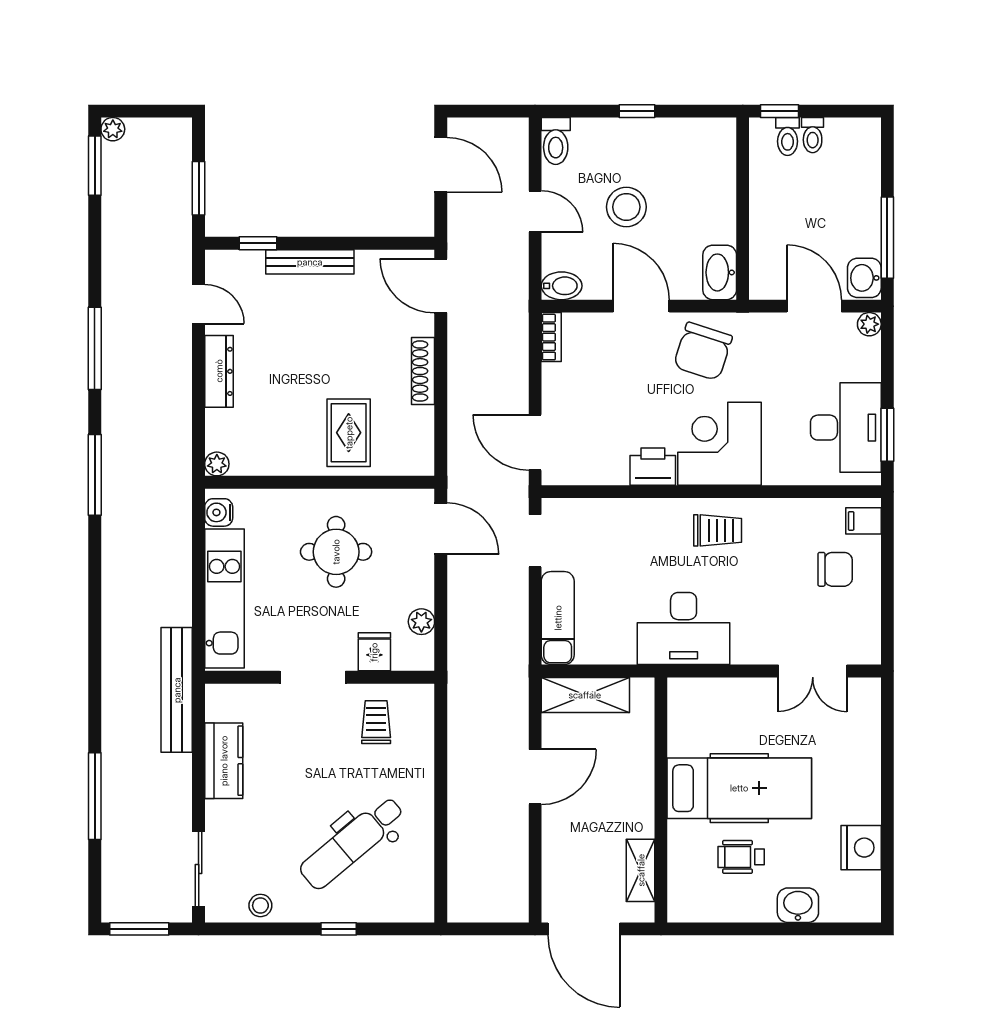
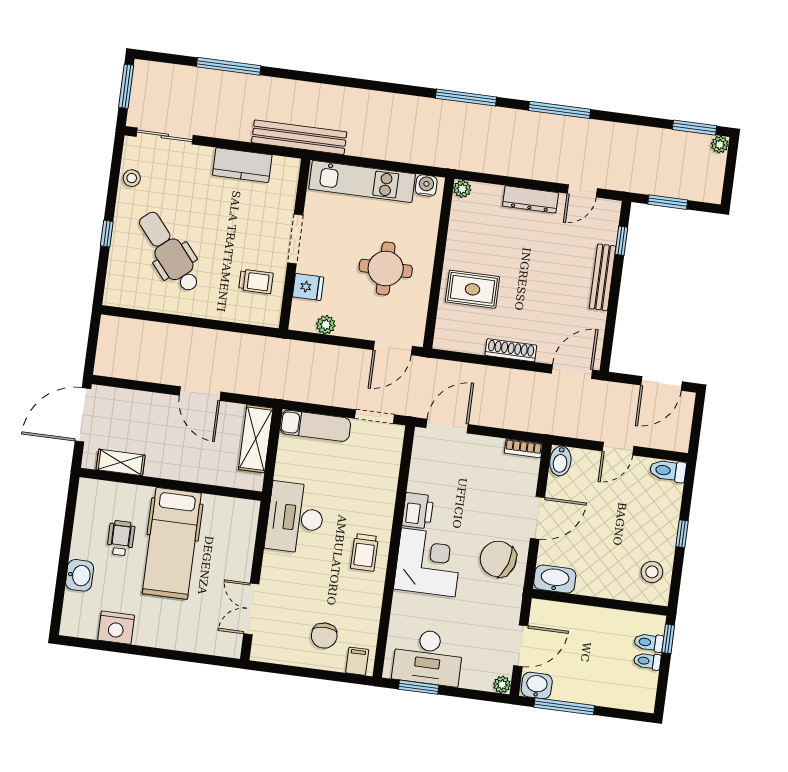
stool: (626, 207) -> (652, 572), moved, width x0.73, depth x0.73

